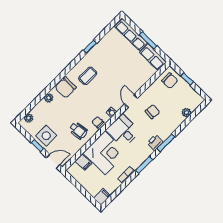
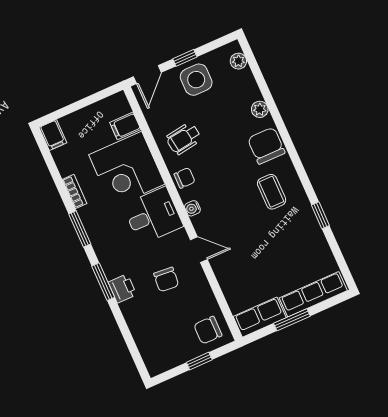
plant: (186, 113) -> (142, 337), removed
printer: (155, 143) -> (122, 288), moved

